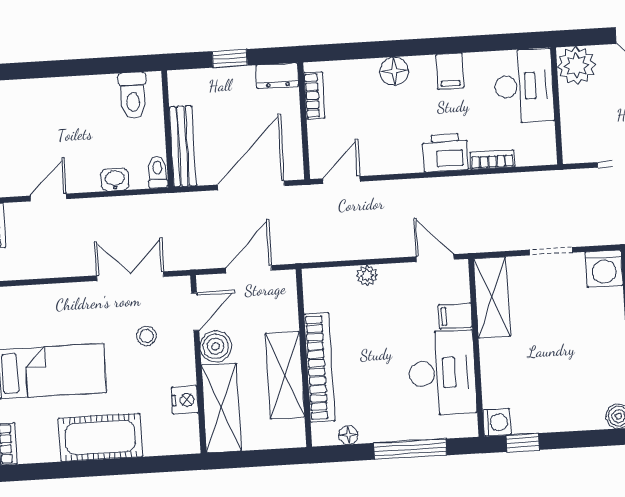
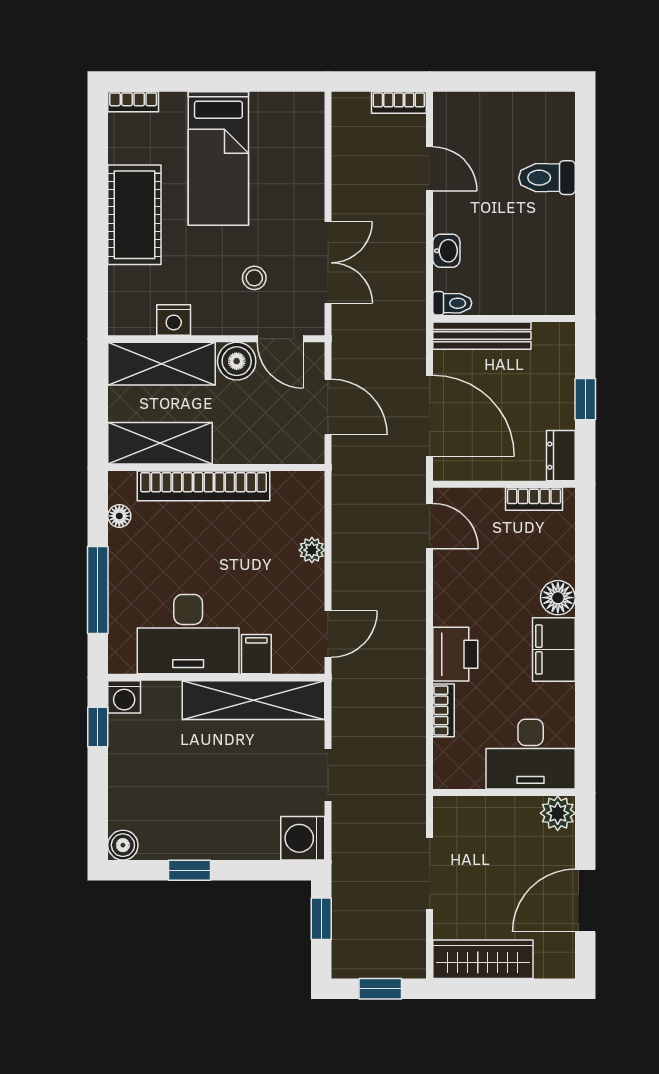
plant: (576, 66) -> (558, 813), width x0.73, depth x0.73
filing cabinet: (450, 71) -> (554, 650), width x2.00
toilet: (133, 96) -> (547, 178), moved
shelving: (492, 297) -> (253, 700), width x1.47
shelving: (285, 375) -> (160, 443), moved

